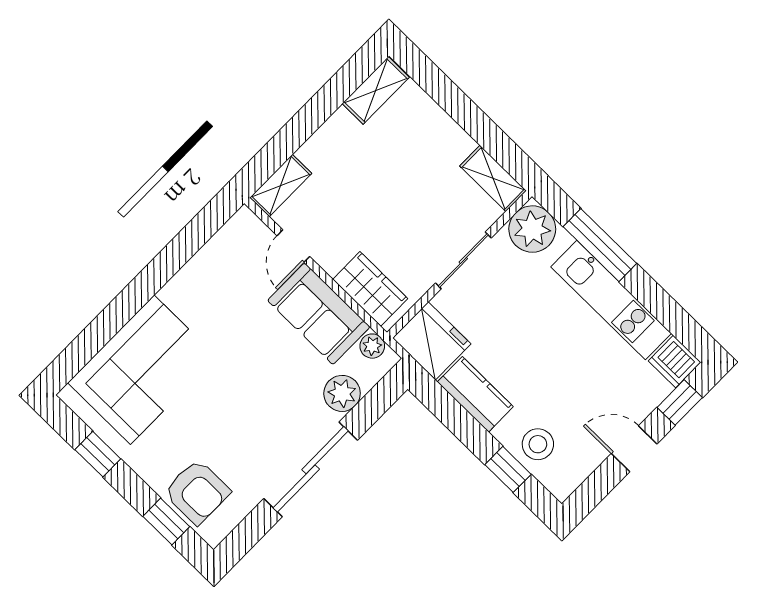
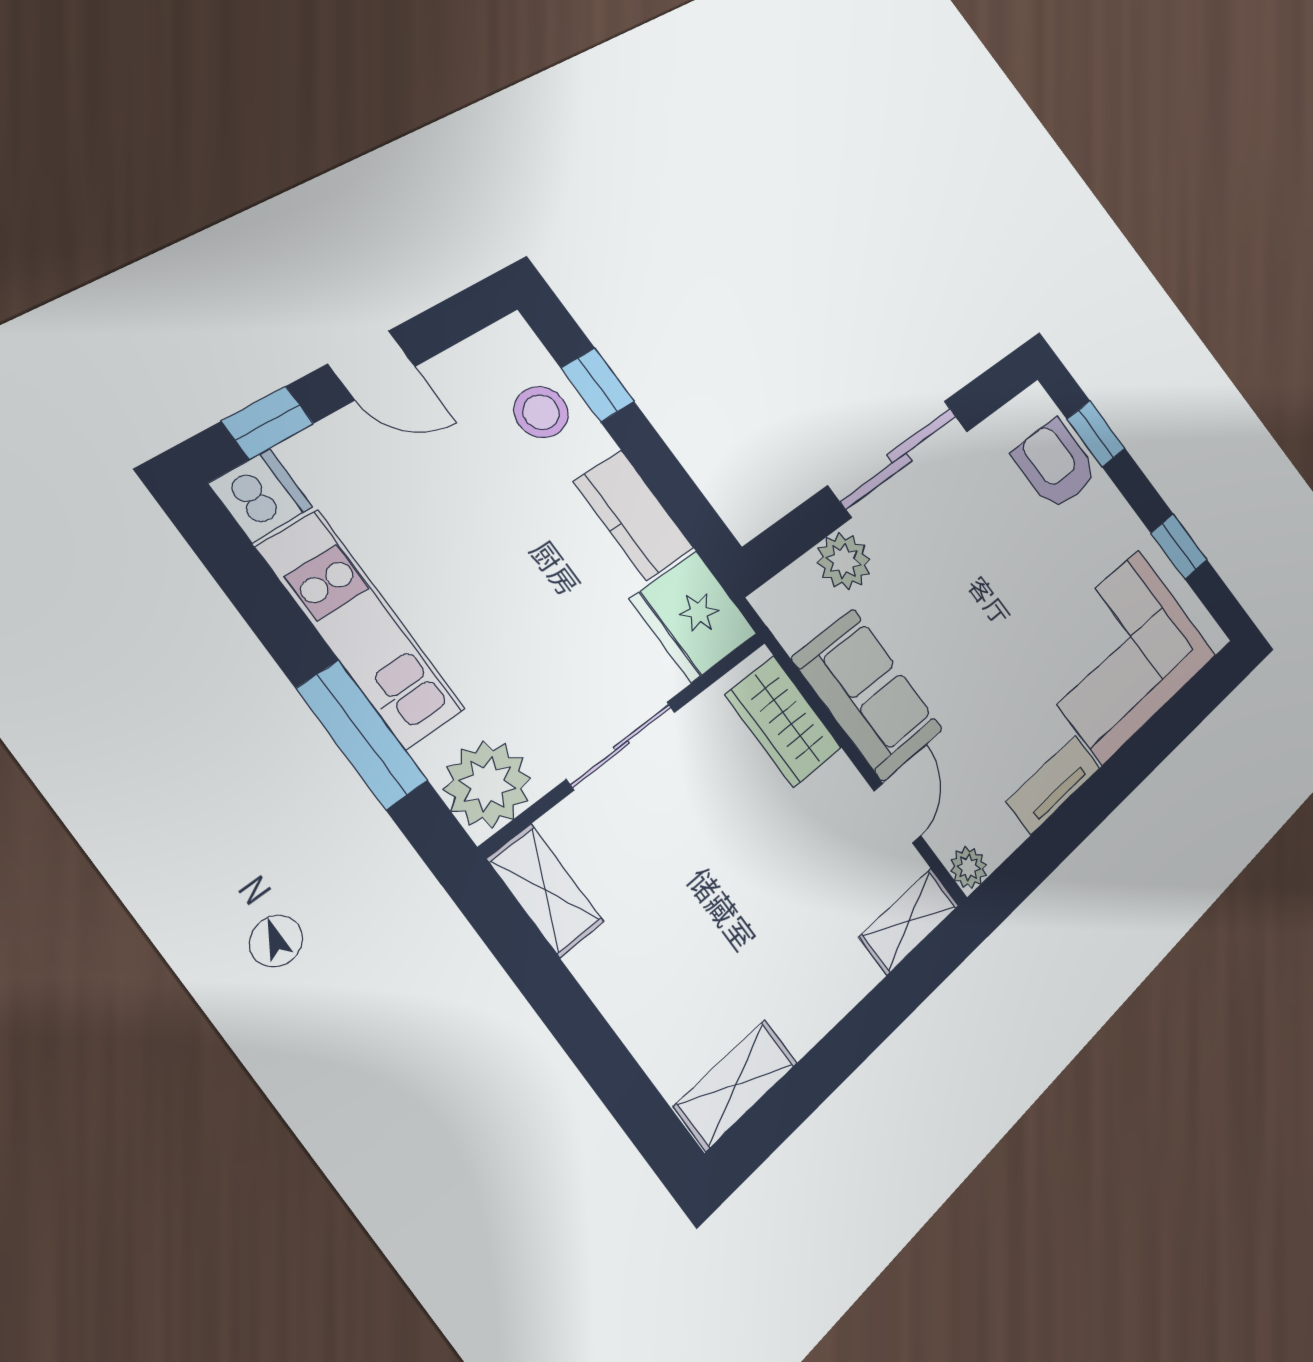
tv unit: (189, 278) -> (1053, 785), added
plant: (372, 346) -> (969, 868), moved

